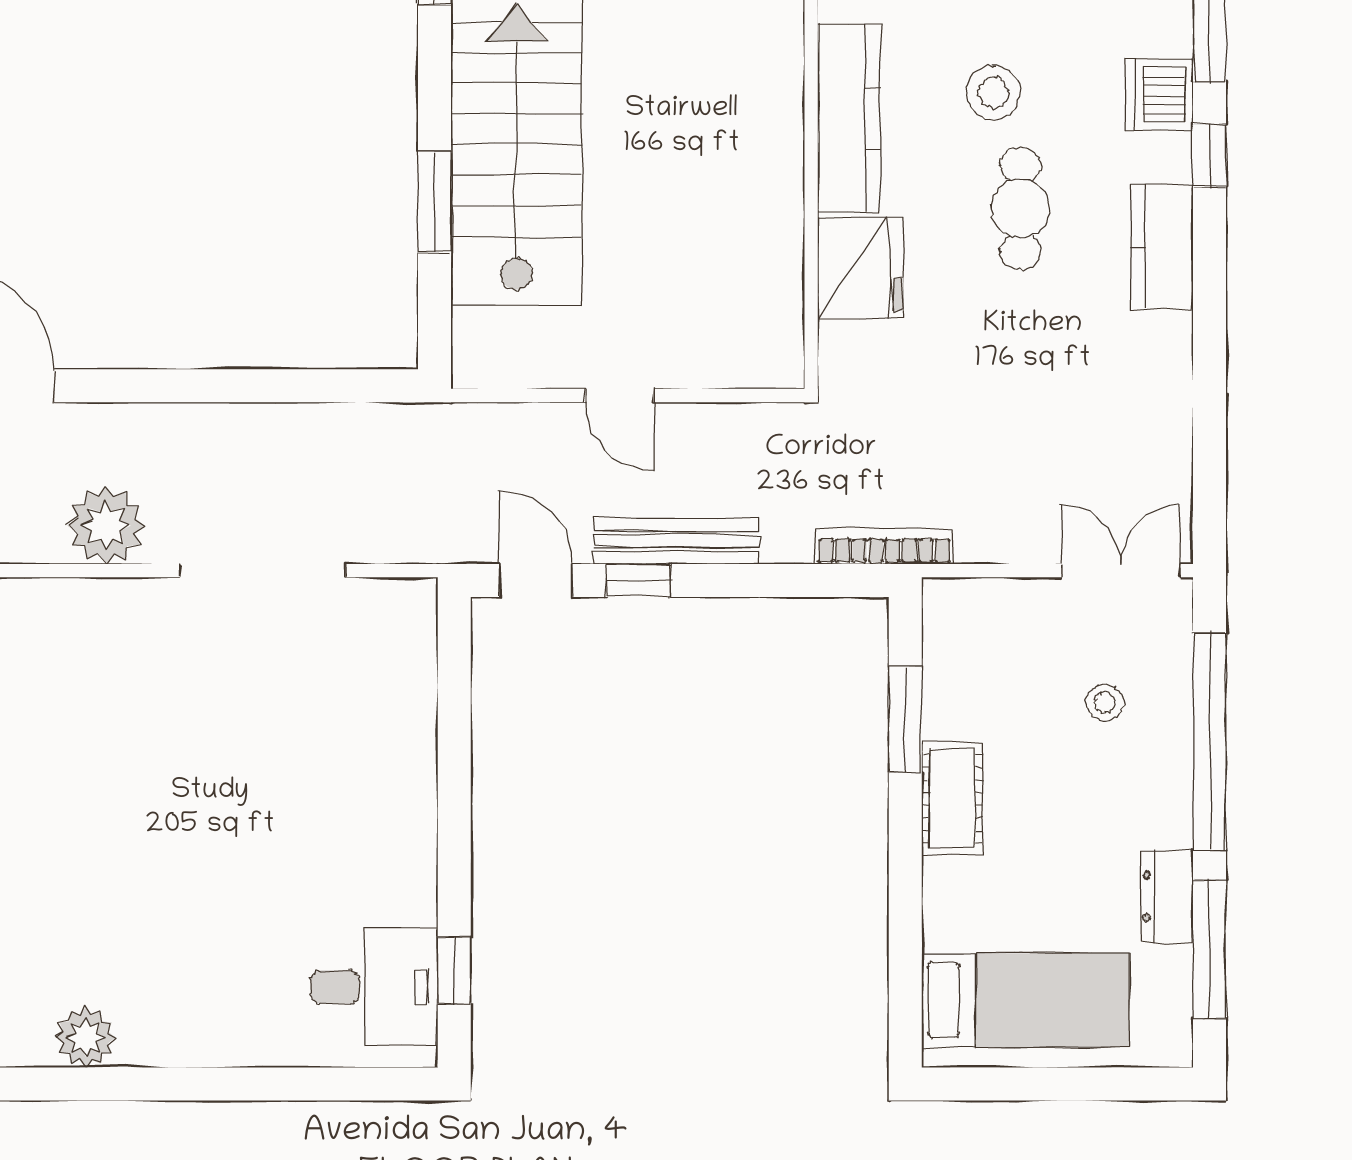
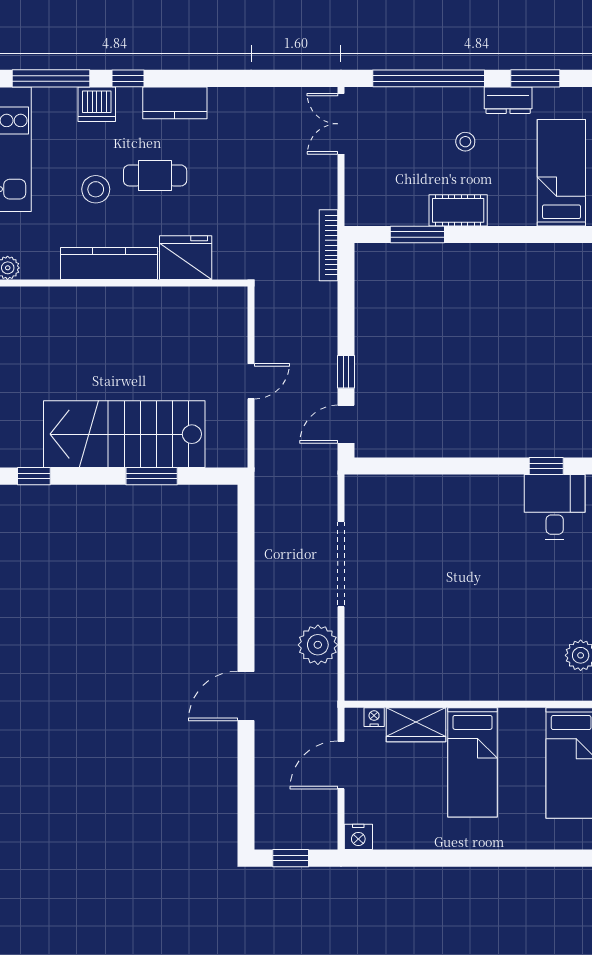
bench: (676, 541) -> (326, 352), removed
stool: (1105, 702) -> (465, 142), moved
window: (1209, 949) -> (535, 78), width x0.69

